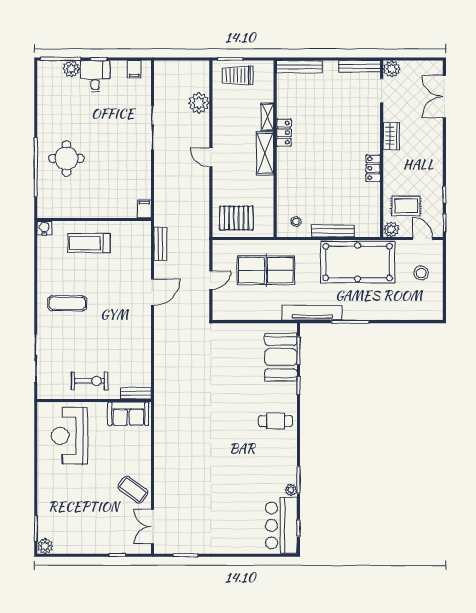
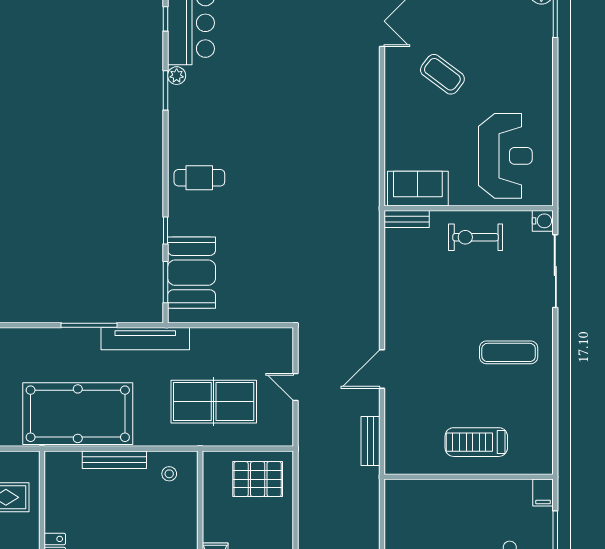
filing cabinet: (144, 209) -> (543, 493), moved
water cooler: (44, 228) -> (543, 221), moved, turned -90
plant: (391, 229) -> (28, 462), removed
treadmill: (89, 243) -> (476, 442), turned 180
door: (211, 280) -> (295, 387), hinge flipped
coffee table: (133, 490) -> (442, 74), moved

